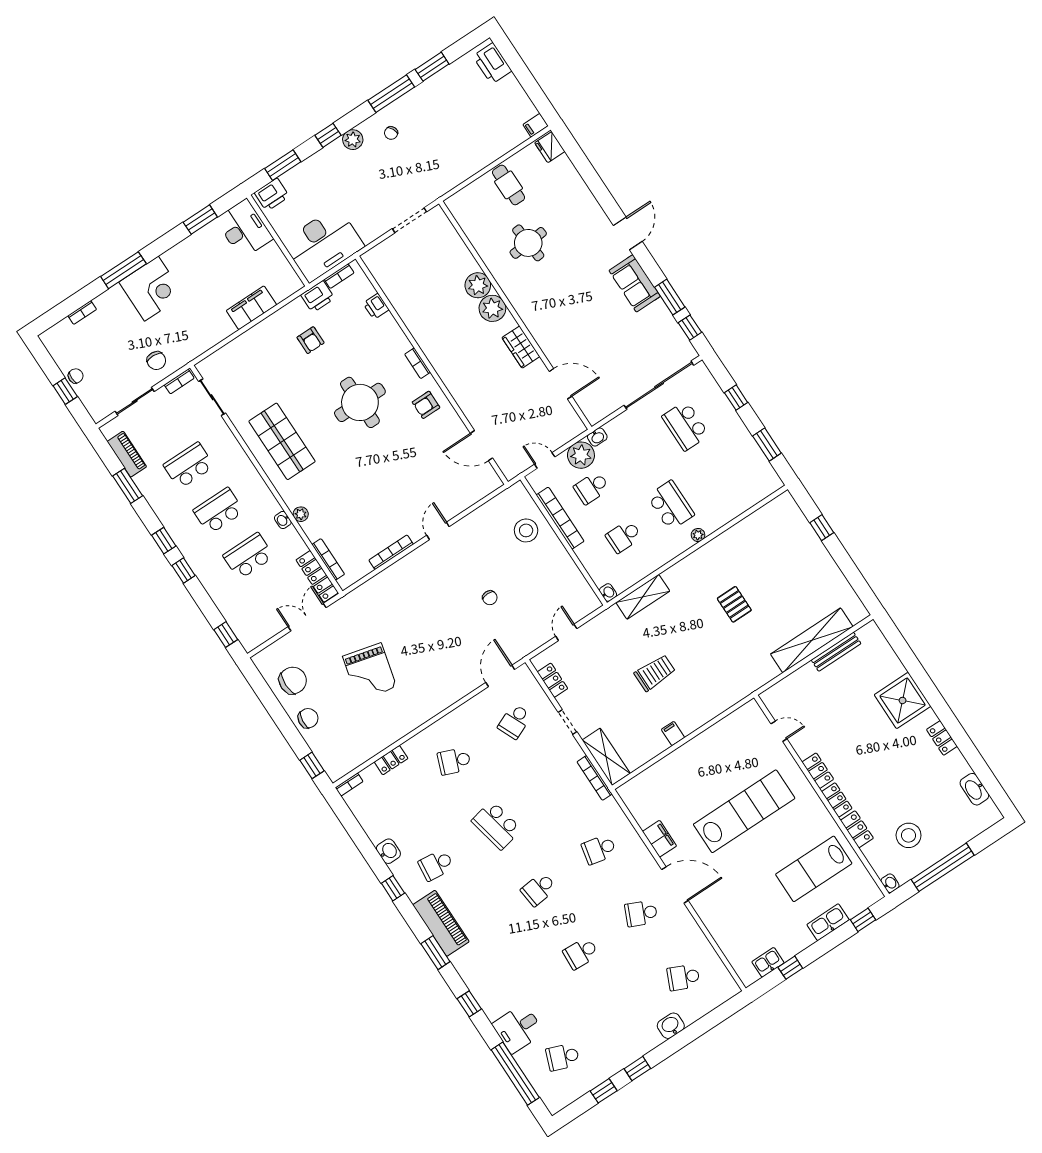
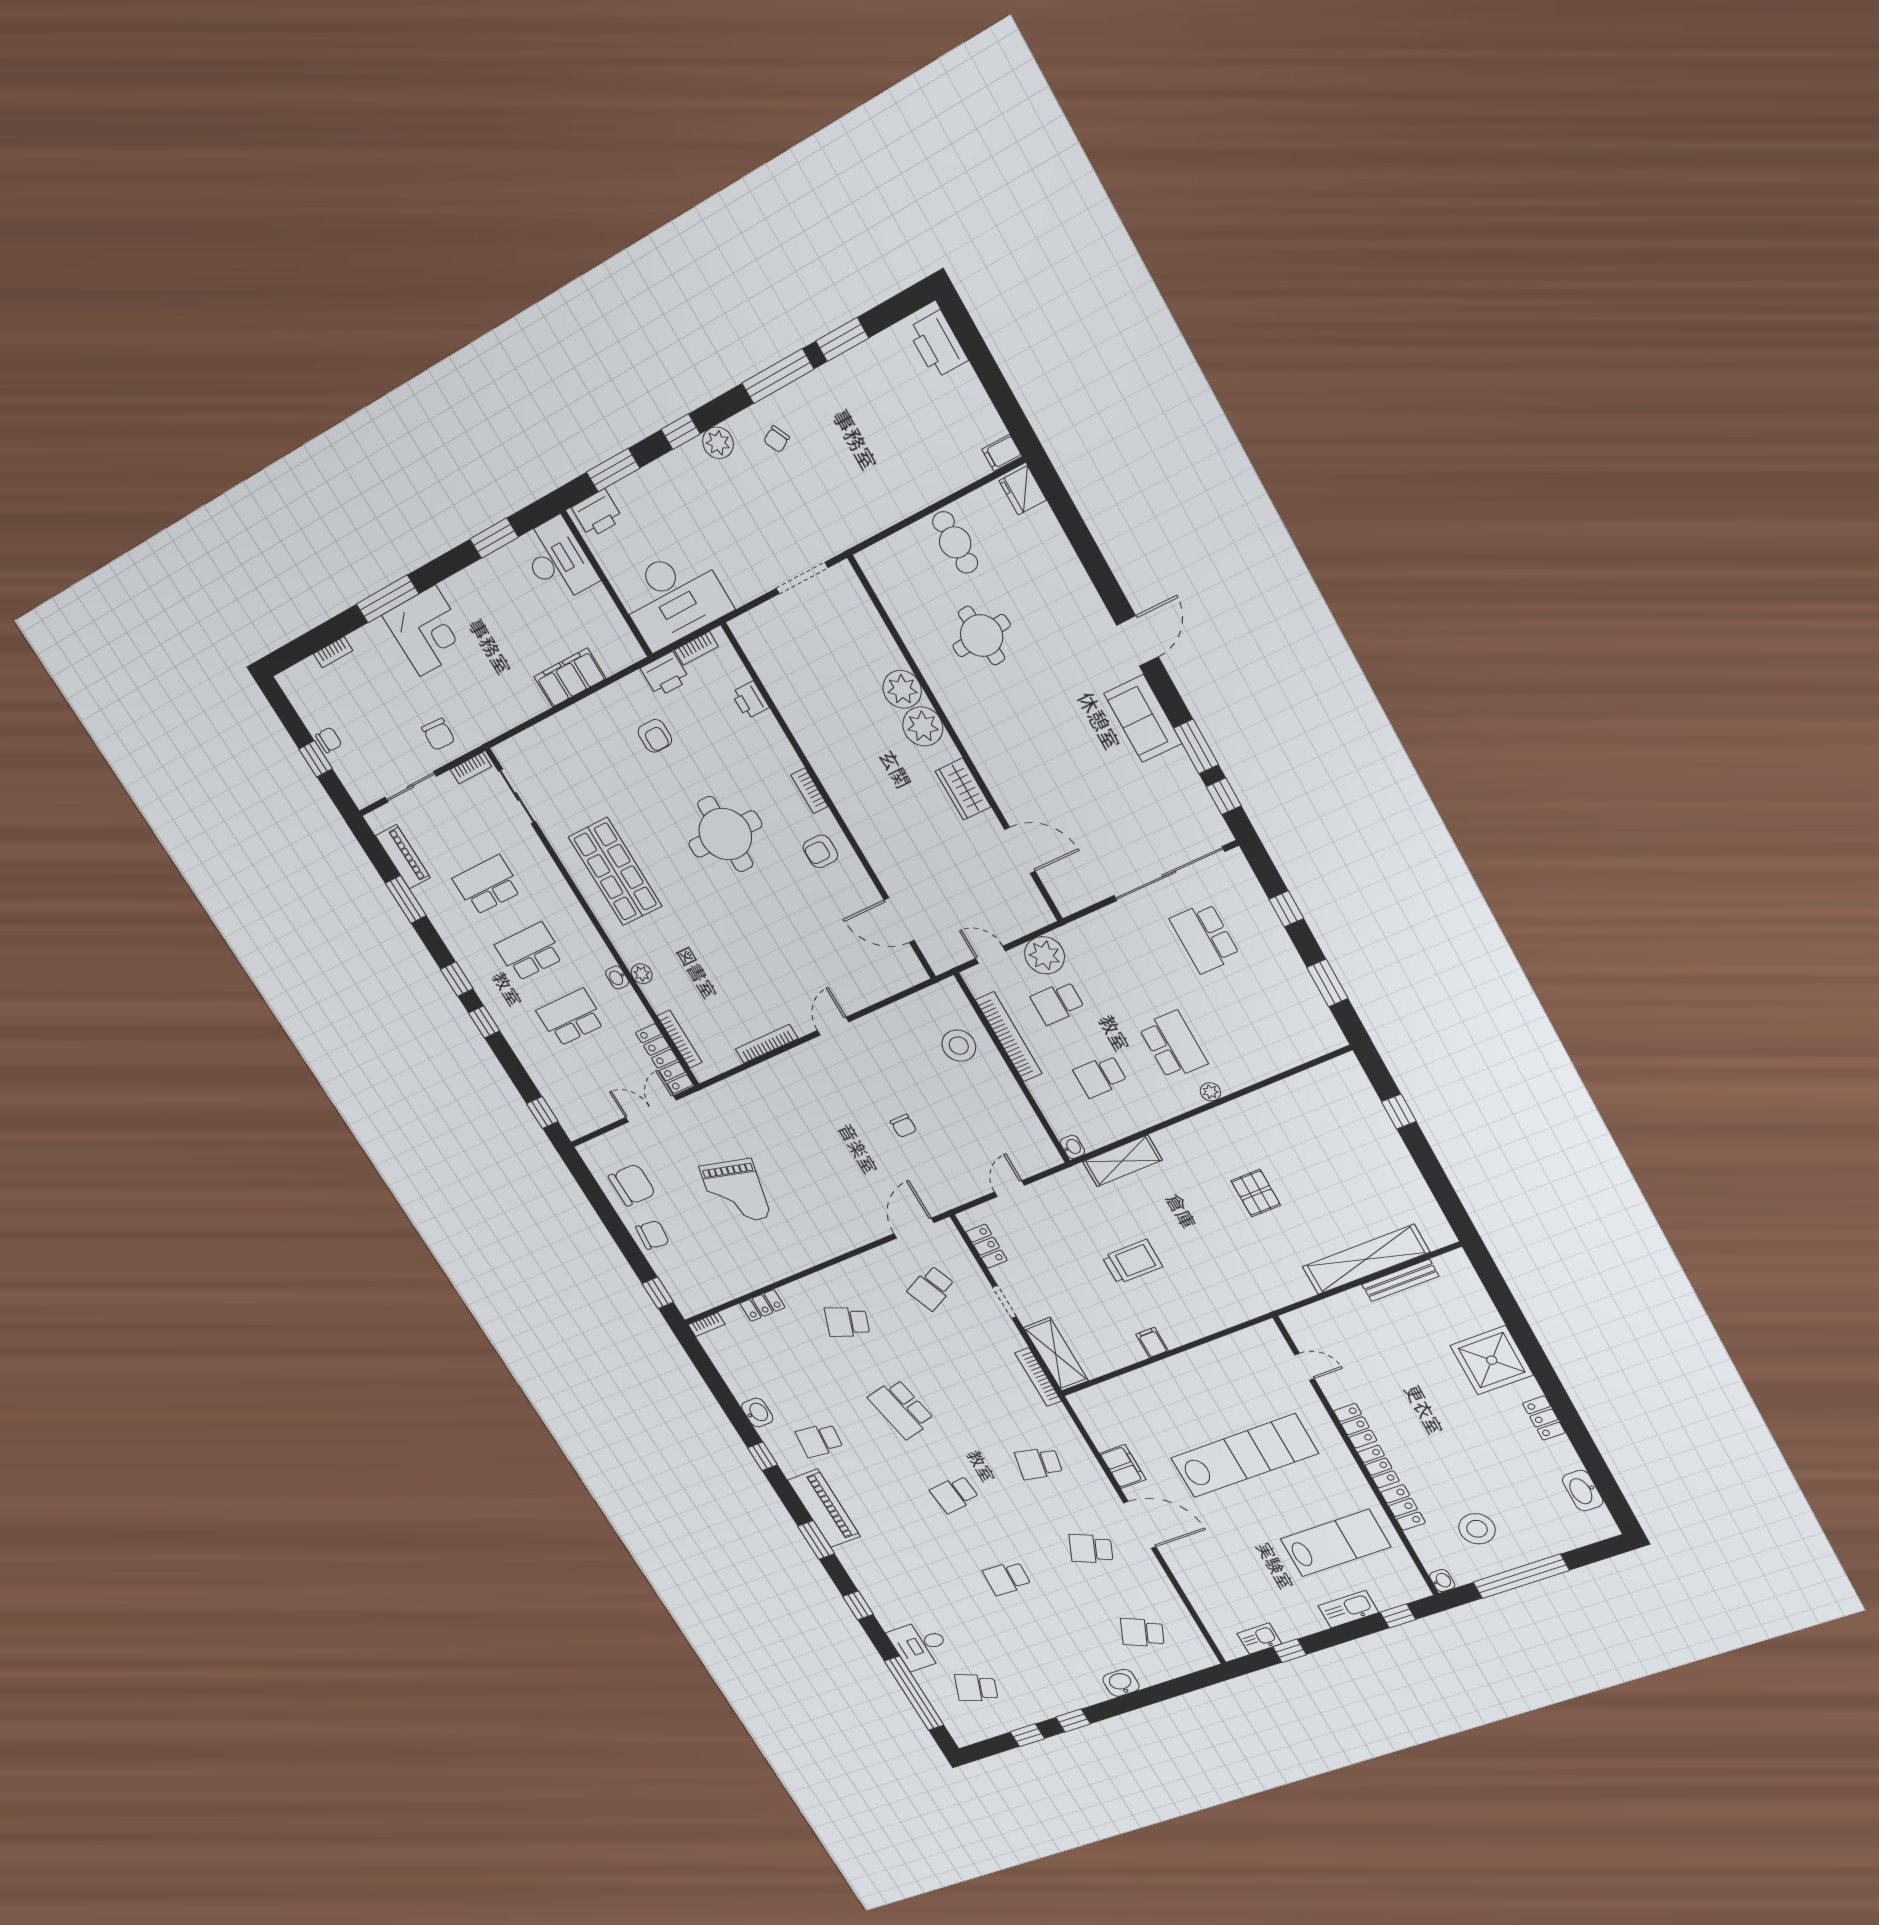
washbasin: (597, 437) -> (1070, 934), removed
lab bench: (814, 869) -> (1335, 1543), turned 180

